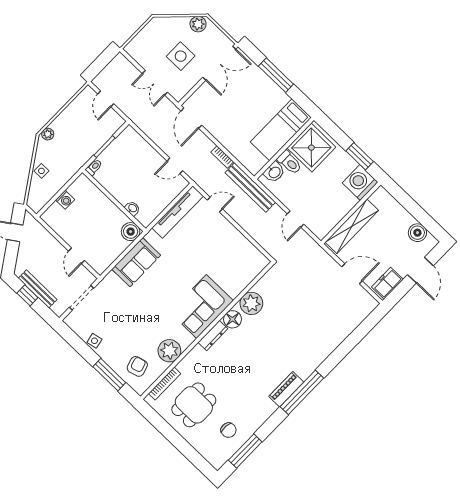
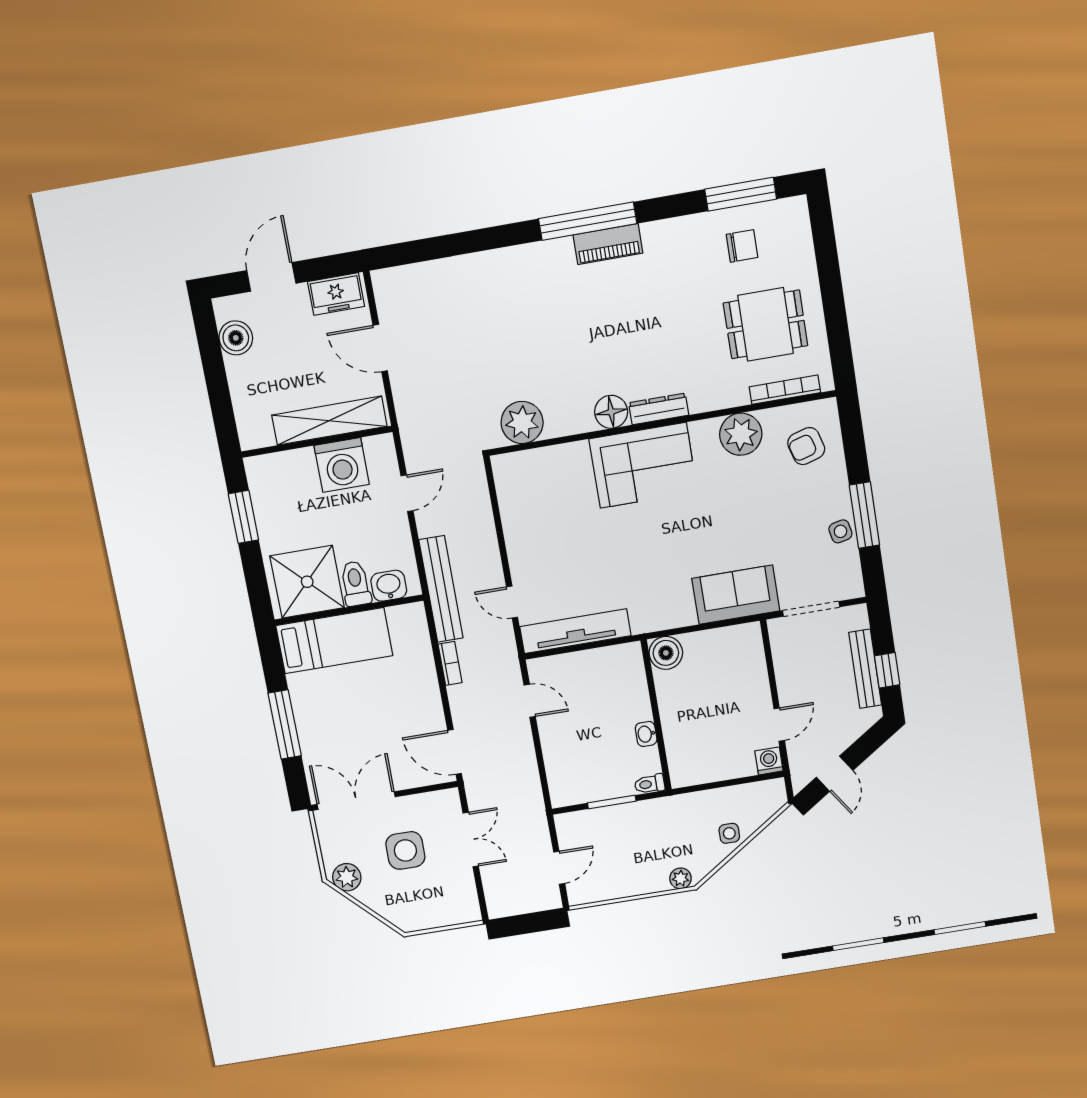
door: (191, 118) -> (455, 752), swing flipped
washing machine: (360, 182) -> (342, 465), moved
washing machine: (65, 200) -> (769, 761), moved
washbasin: (132, 208) -> (646, 734), moved
door: (77, 256) -> (779, 725), moved
sofa: (136, 262) -> (736, 595), moved
plant: (251, 303) -> (522, 422), moved
window: (109, 375) -> (864, 515), moved
chair: (229, 430) -> (742, 246), turned 86

